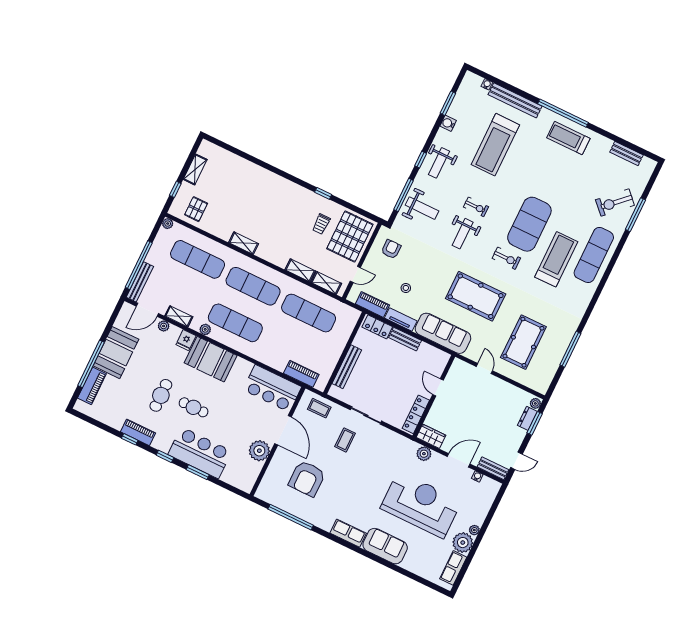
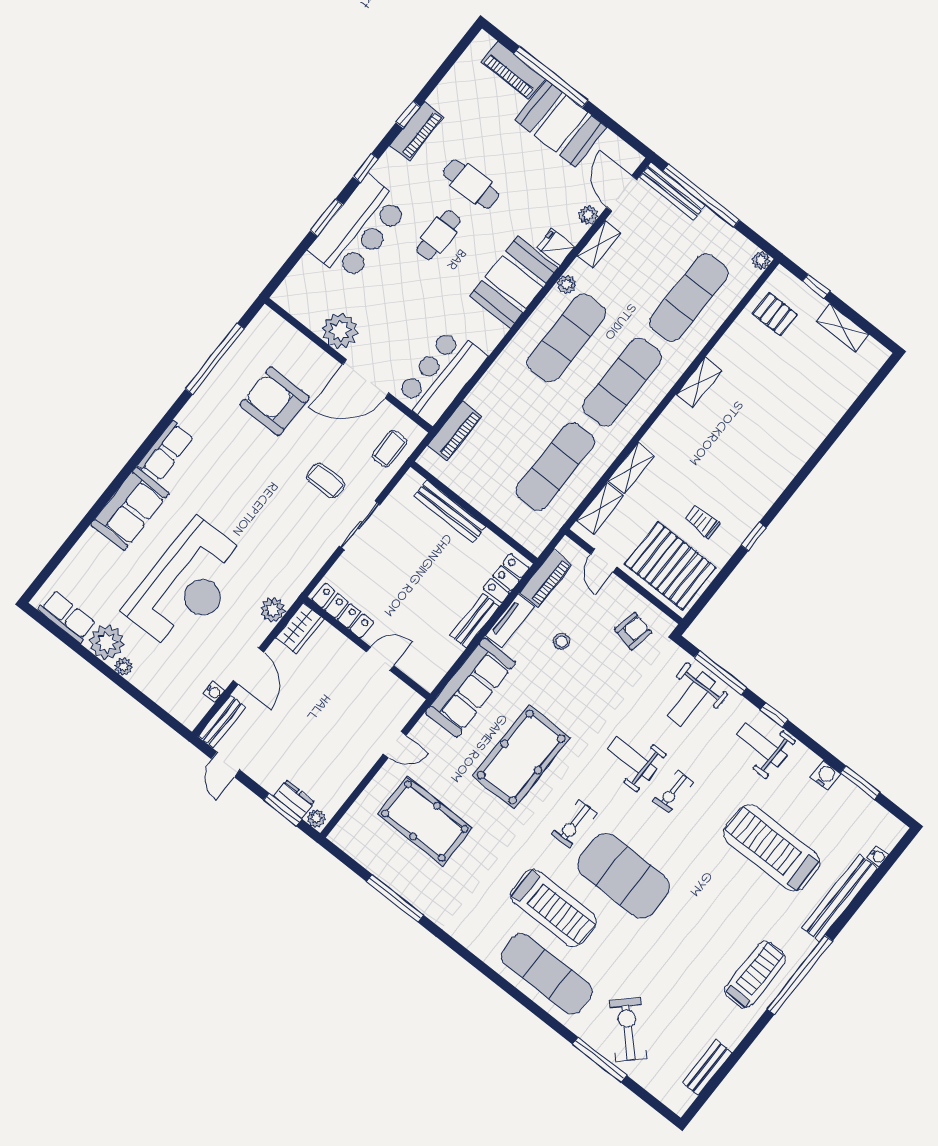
armchair: (391, 249) -> (633, 631), turned -78

